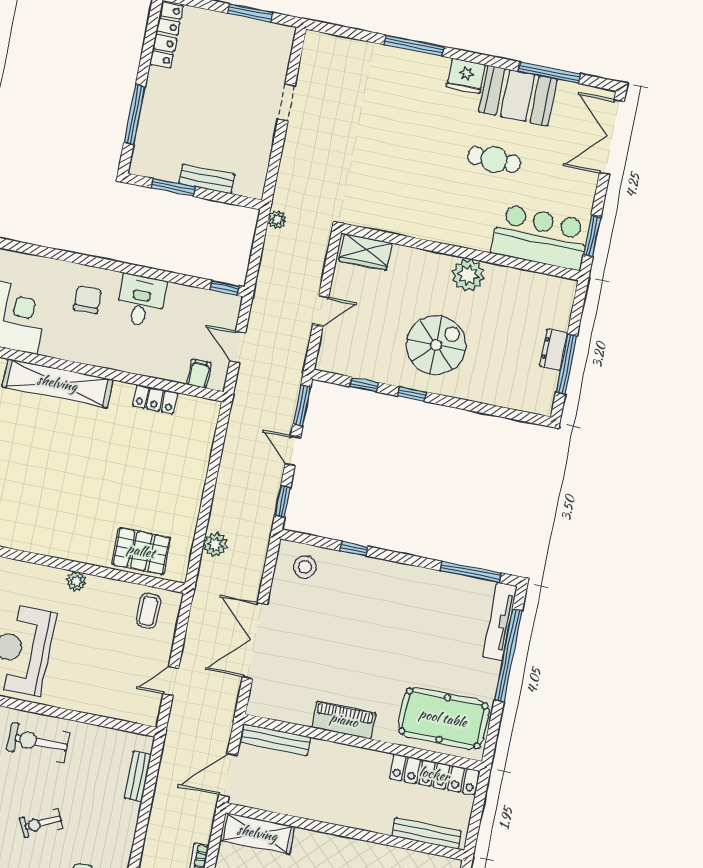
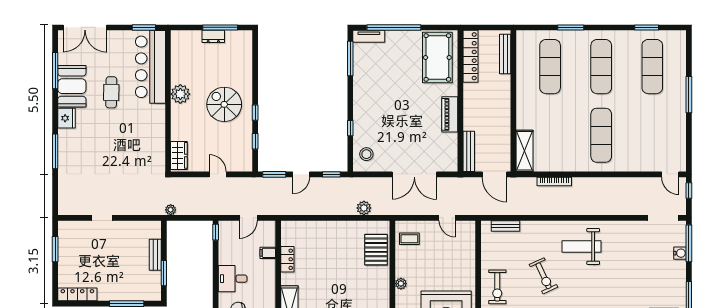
bar counter: (540, 237) -> (150, 67), width x1.36
filing cabinet: (199, 374) -> (268, 253), moved
tv unit: (500, 621) -> (369, 36), width x0.71
exercise bike: (41, 823) -> (544, 276), width x1.38, depth x1.39

